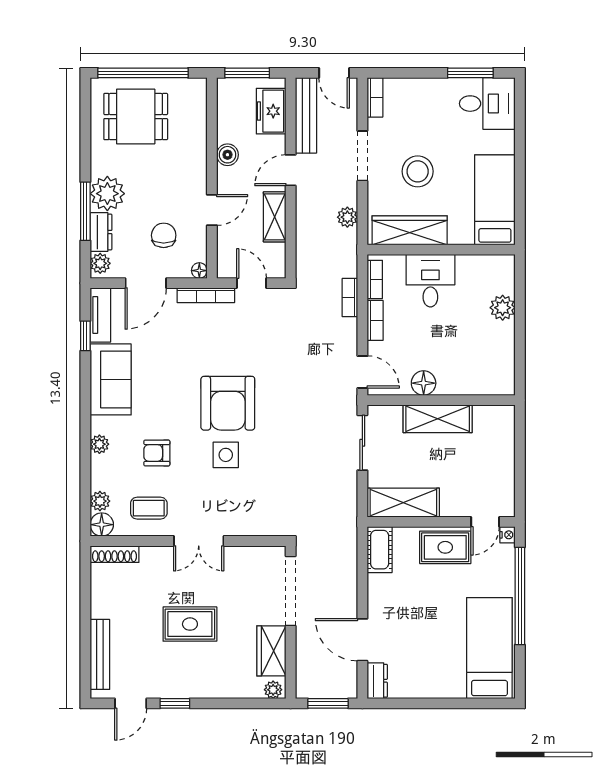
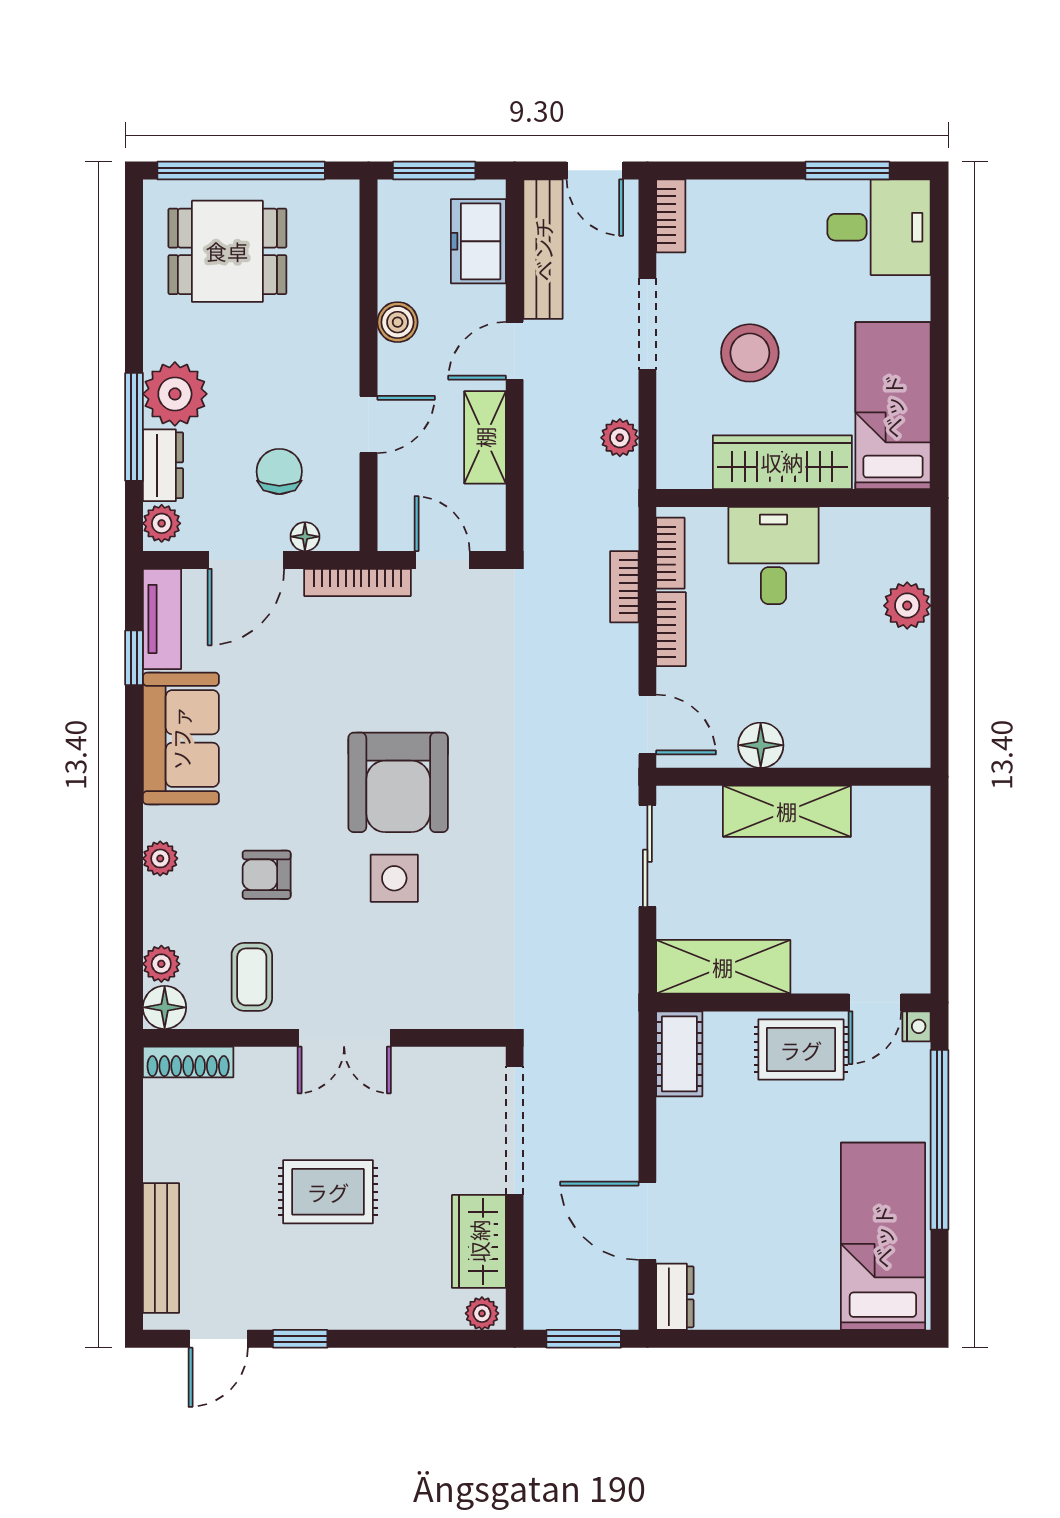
wardrobe: (410, 230) -> (782, 462), moved
floor lamp: (199, 271) -> (305, 537), moved
coffee table: (149, 508) -> (252, 977), turned 90

